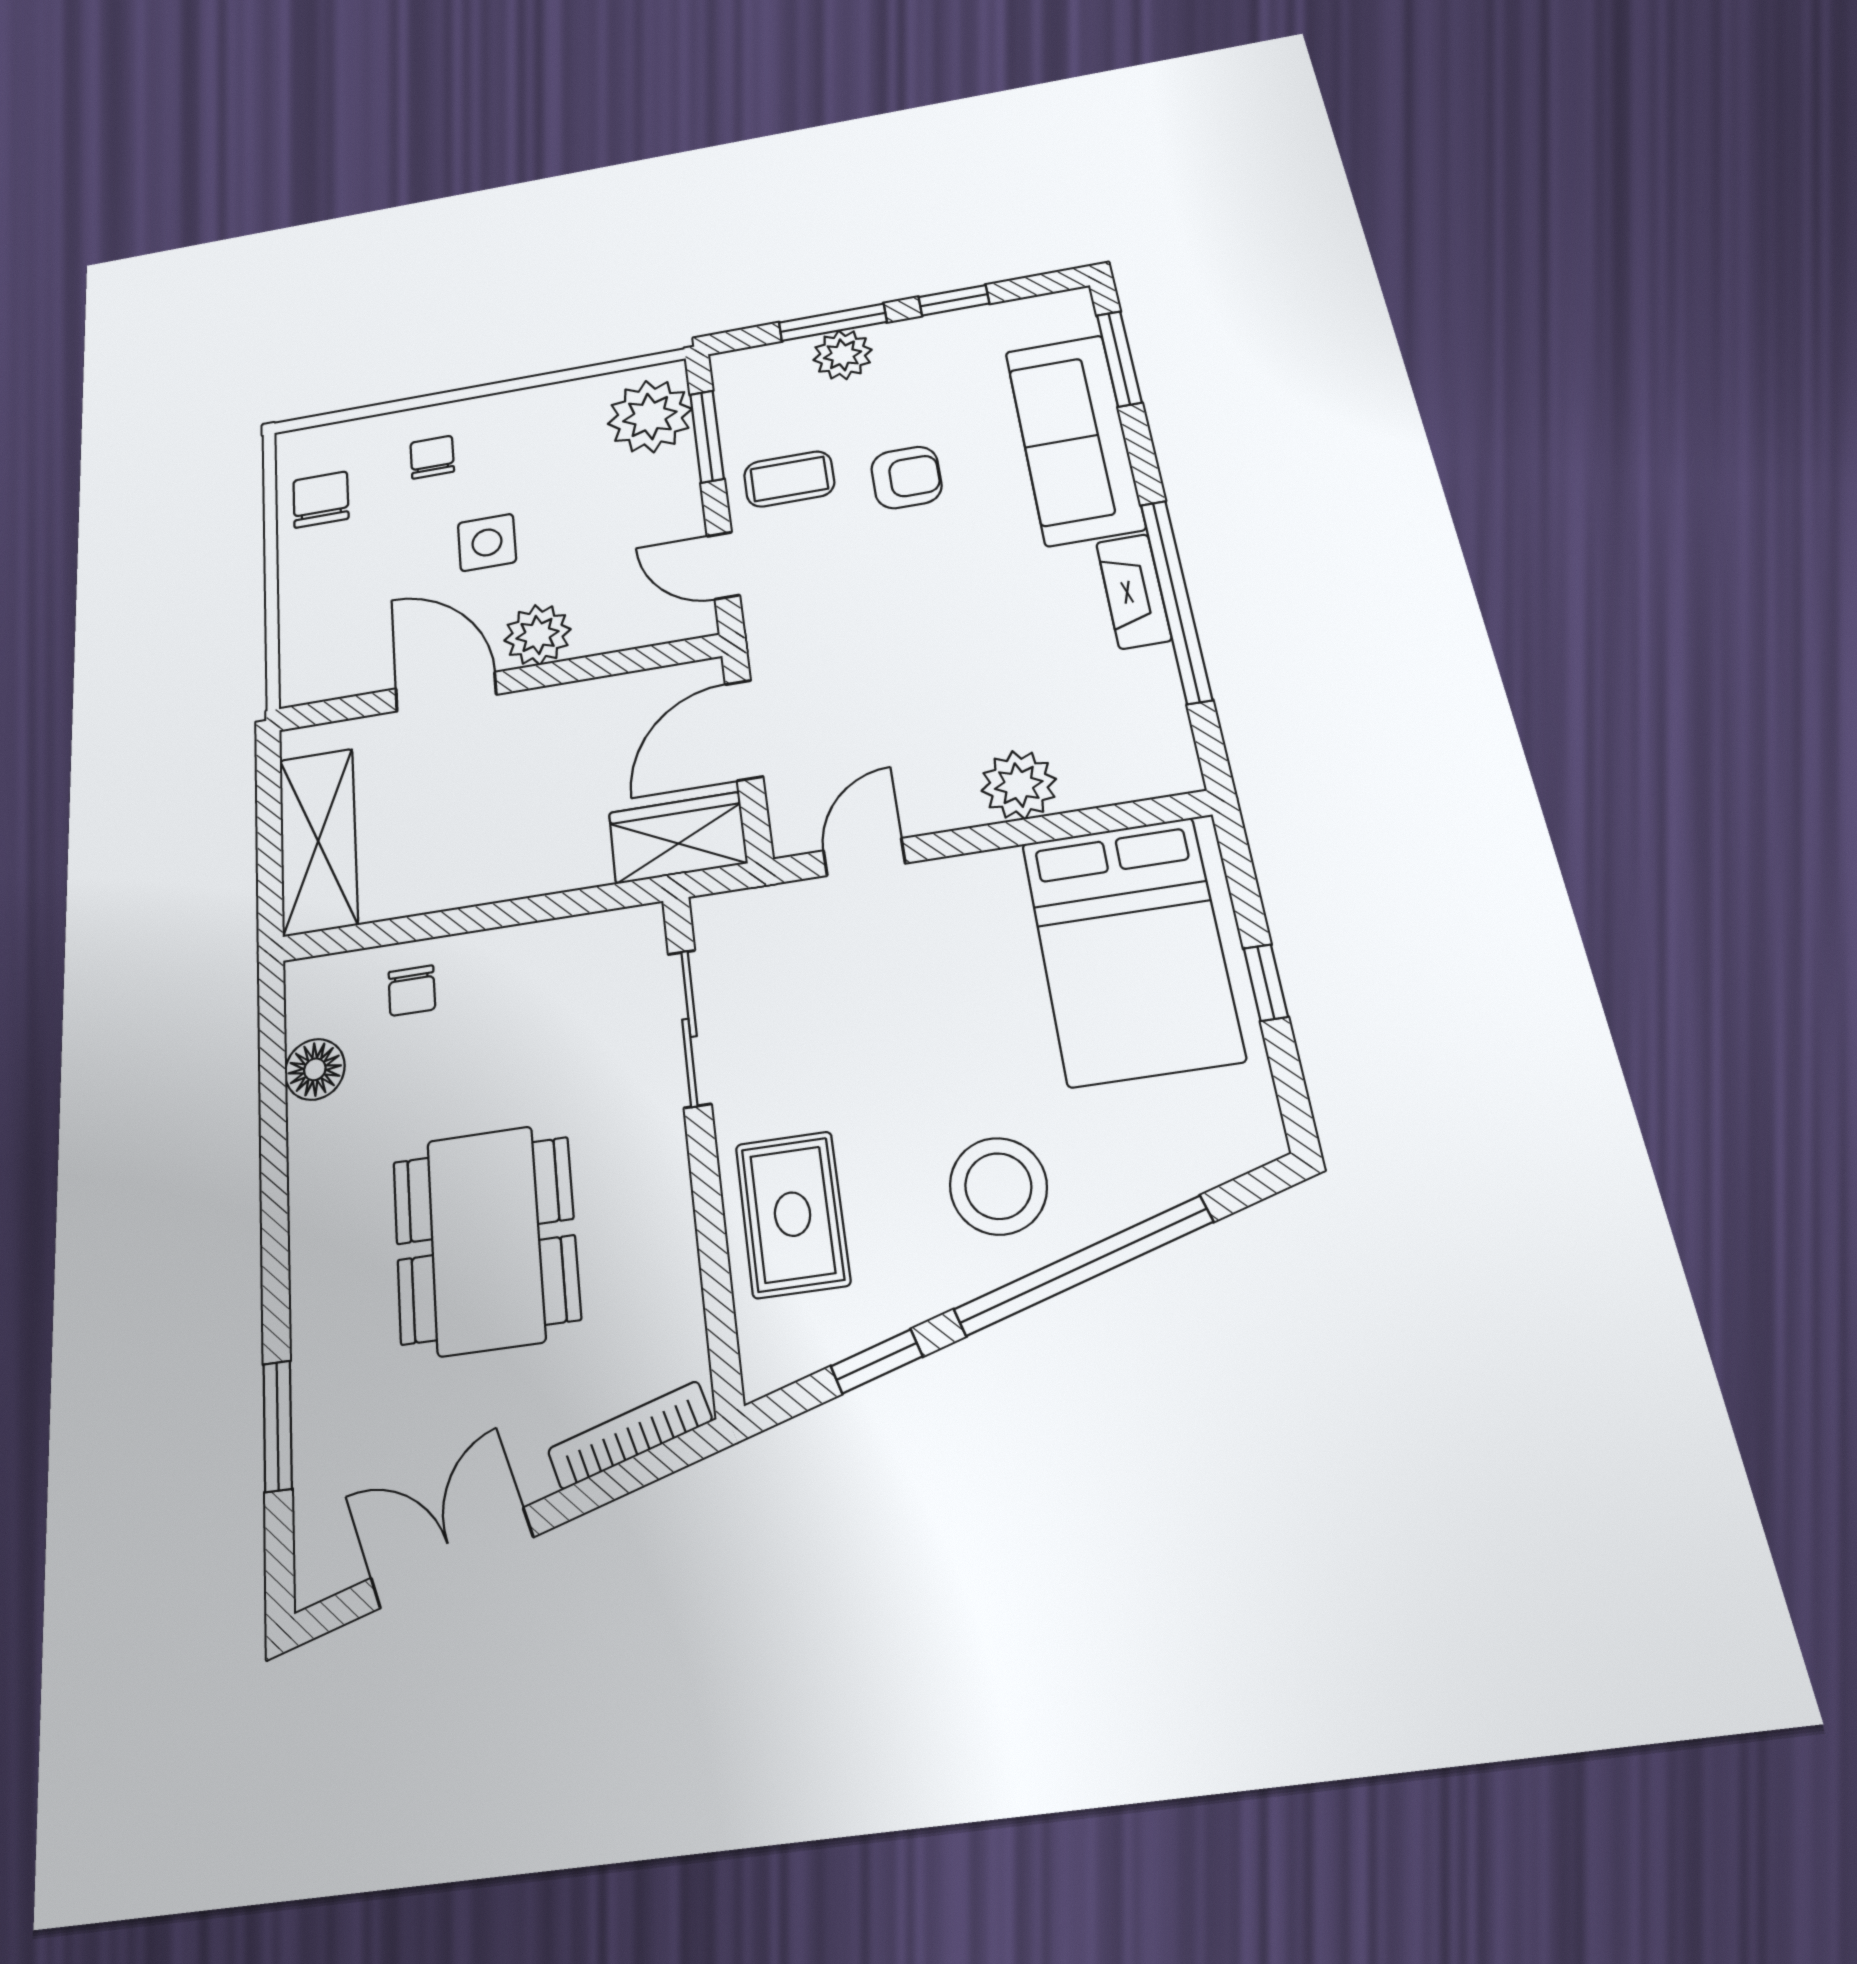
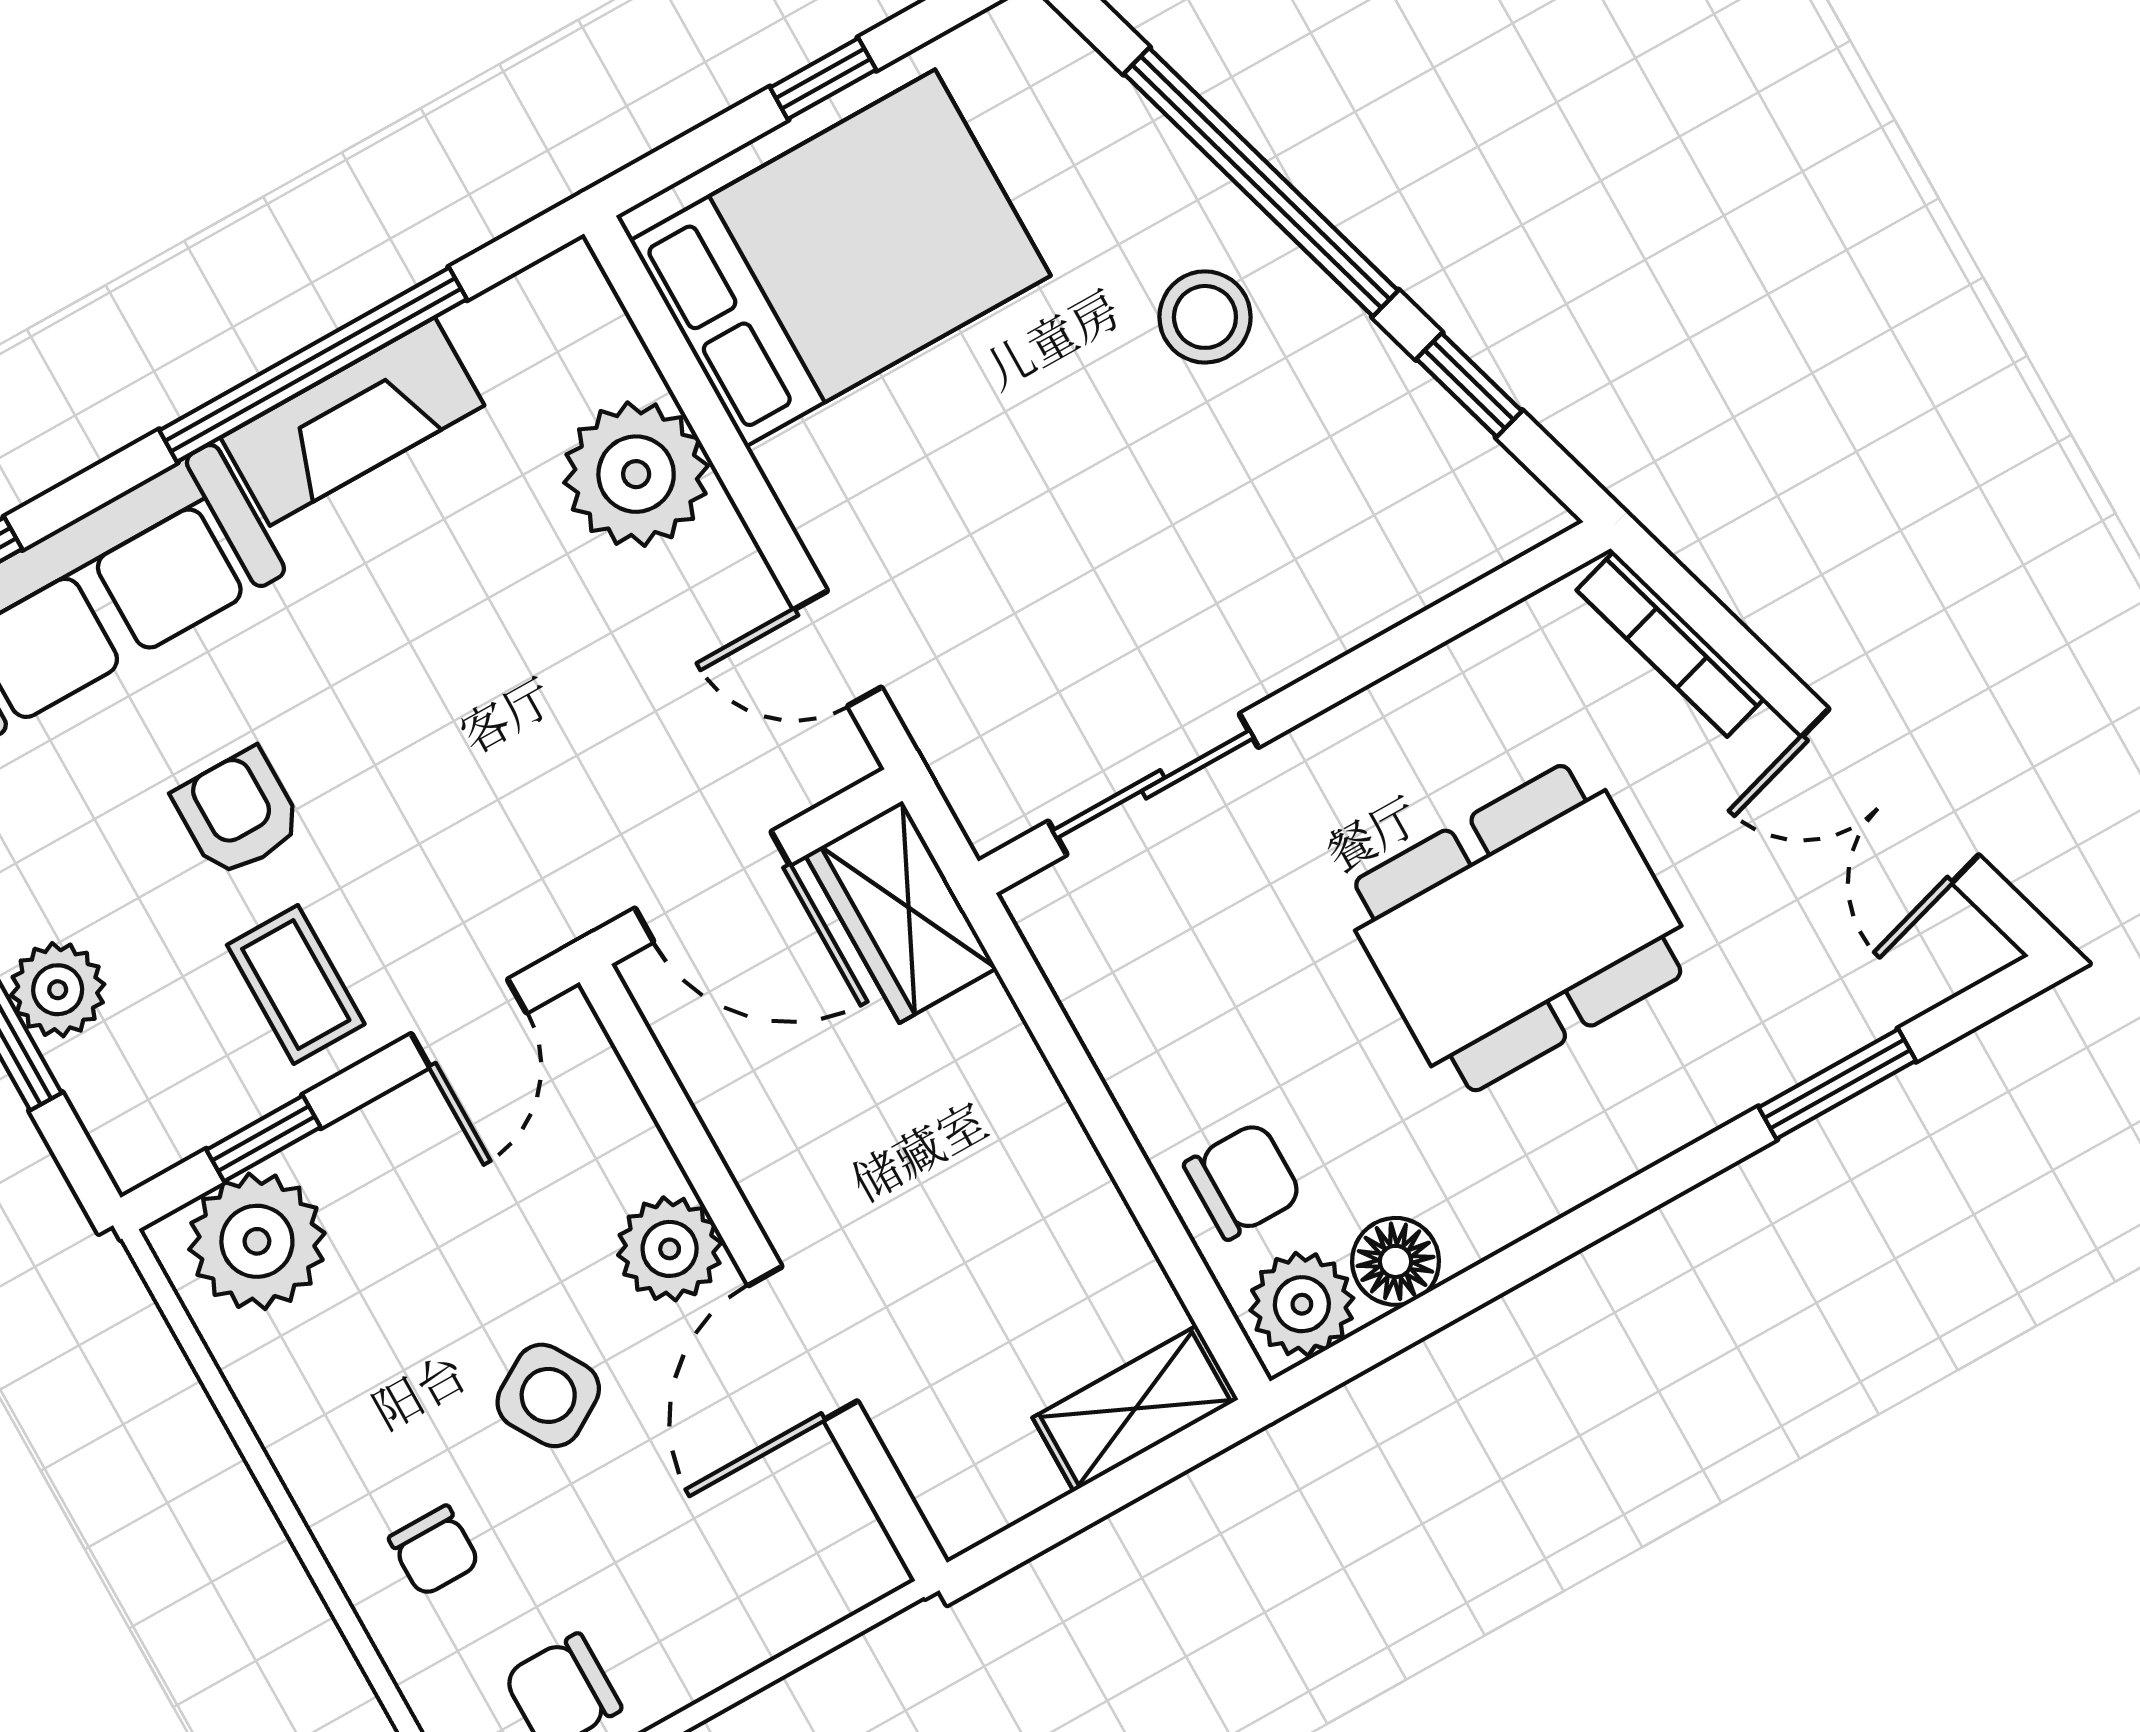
window: (707, 436) -> (264, 1138), width x0.67
chair: (432, 457) -> (434, 1551), turned -90
side table: (487, 542) -> (548, 1395), turned -31
fireplace: (1134, 591) -> (352, 422), width x1.37, depth x1.32
plant: (1019, 785) -> (636, 474), width x1.36, depth x1.36
shelving: (318, 841) -> (1135, 1409), width x0.67, depth x0.75
chair: (412, 991) -> (1243, 1181), width x1.37, depth x1.37
plant: (319, 999) -> (1302, 1304), added
stool: (998, 1186) -> (1205, 317), width x0.73, depth x0.73
rug: (793, 1214) -> (1337, 555), removed

